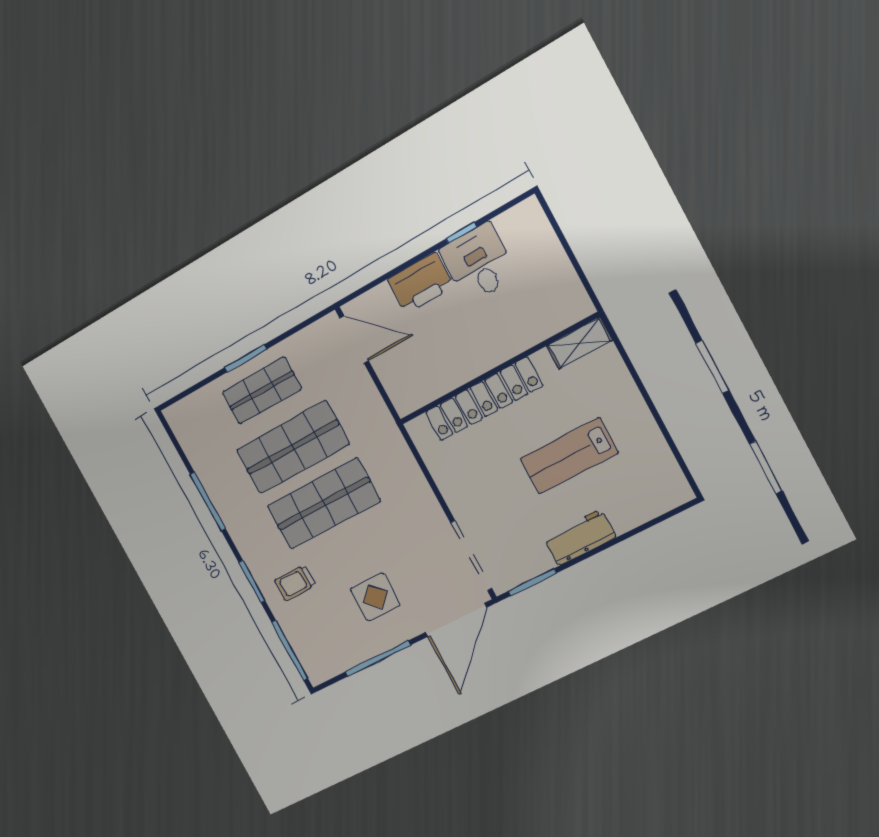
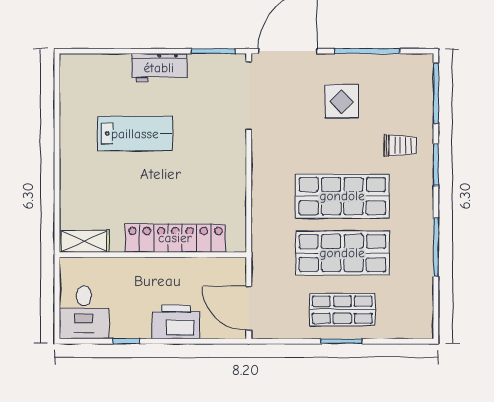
desk: (478, 263) -> (84, 312), moved
shelving: (579, 343) -> (84, 241), moved
wall: (498, 369) -> (153, 255), moved
locker: (484, 399) -> (175, 238), moved

